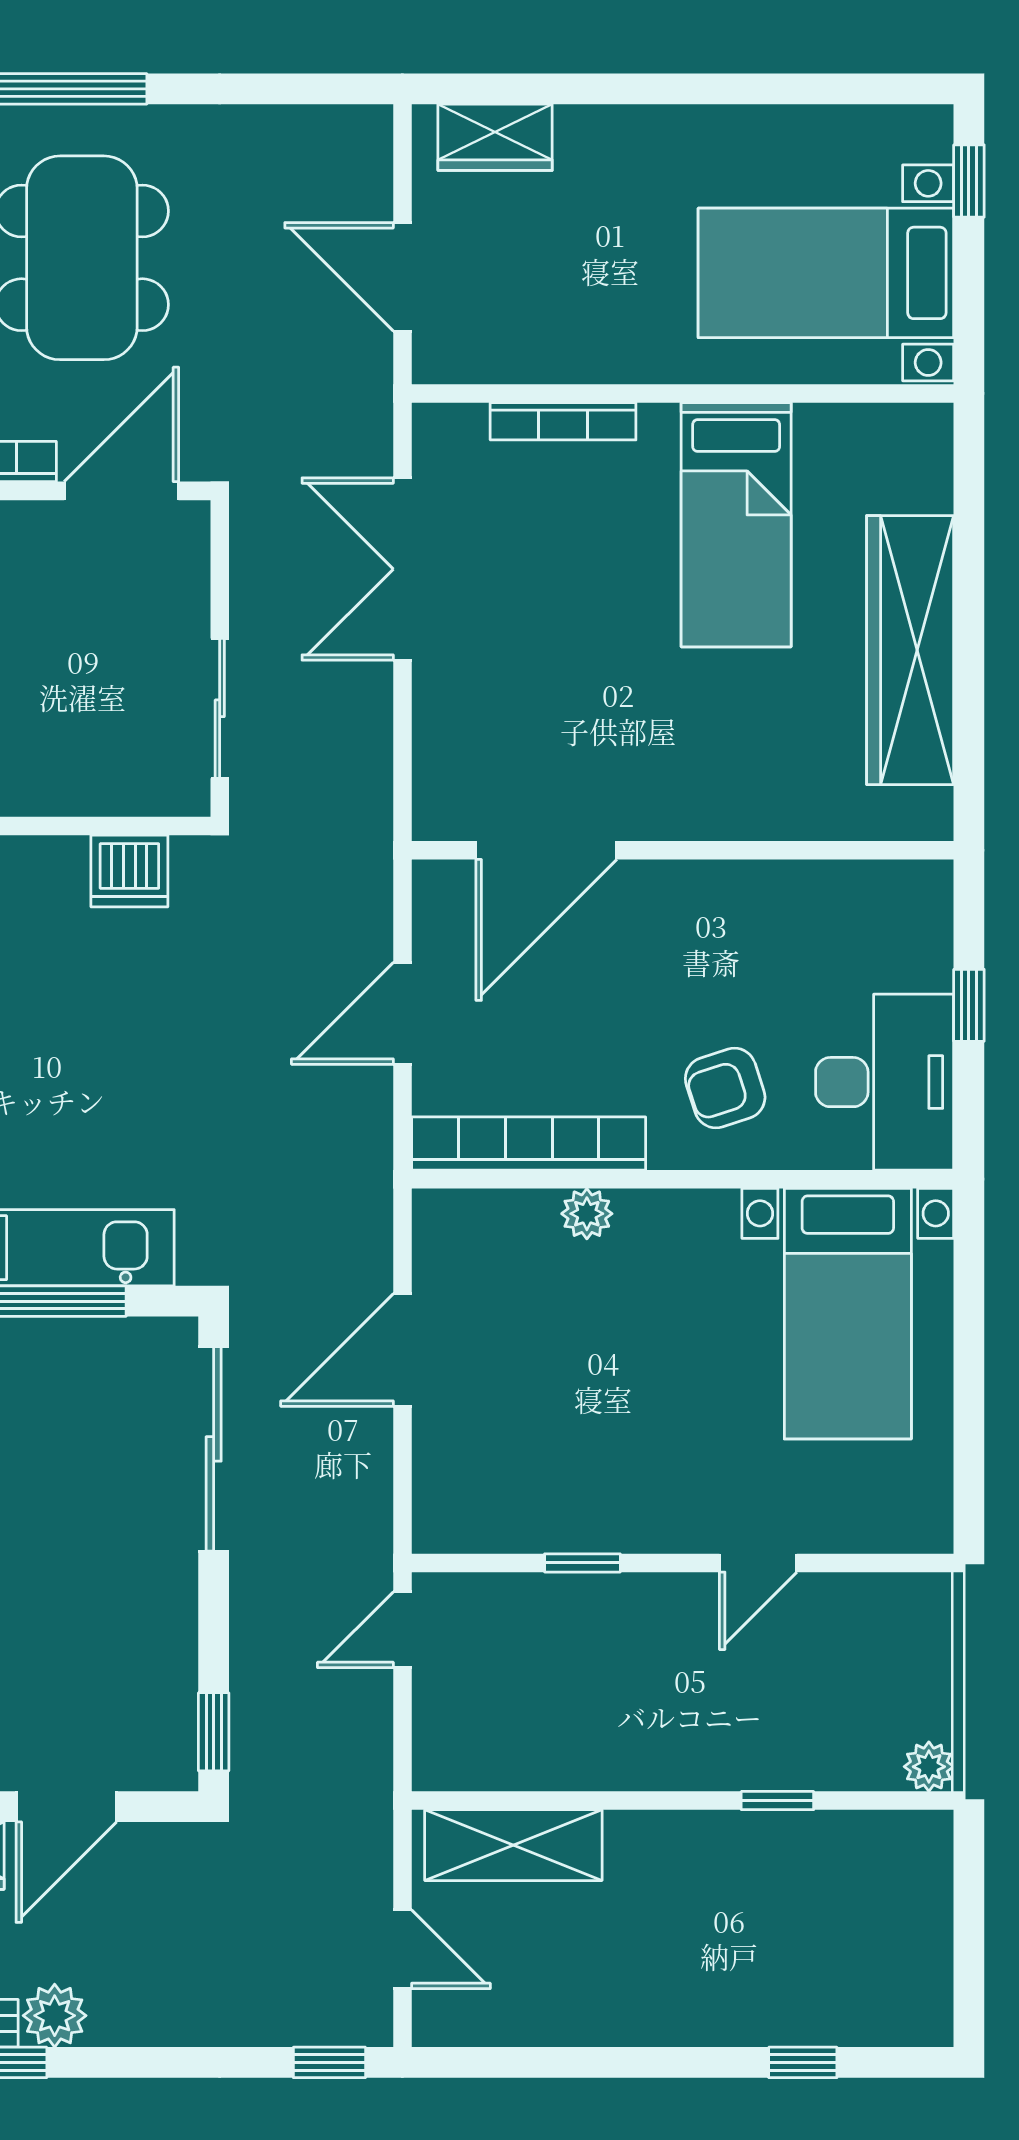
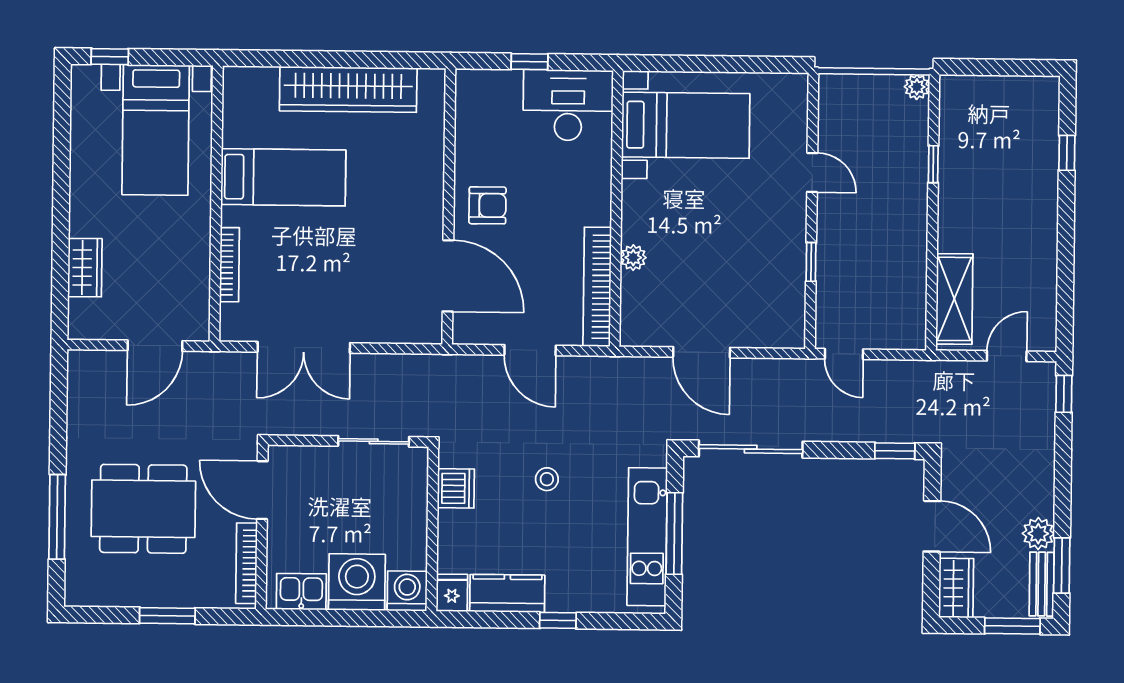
wardrobe: (495, 137) -> (85, 268), moved
stool: (150, 1049) -> (547, 479), added
armchair: (725, 1088) -> (487, 205), moved, turned -72

